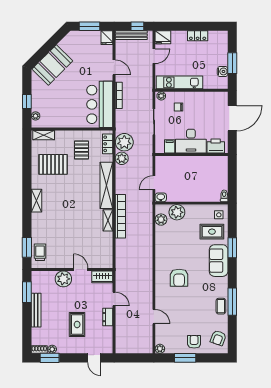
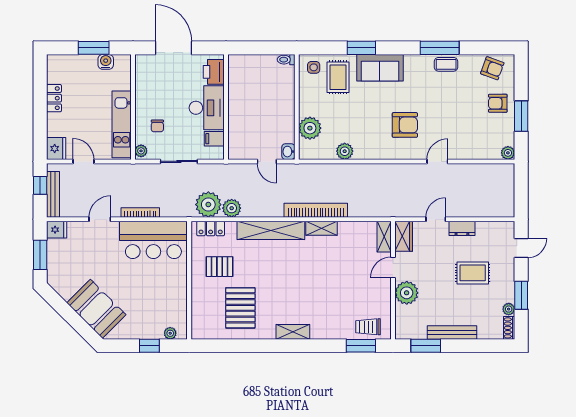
shelving: (44, 135) -> (384, 237), moved
plant: (161, 220) -> (345, 151), moved
door: (154, 317) -> (437, 161), moved
window: (50, 358) -> (521, 295), moved

